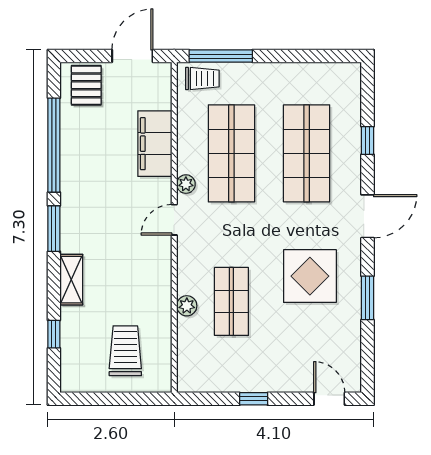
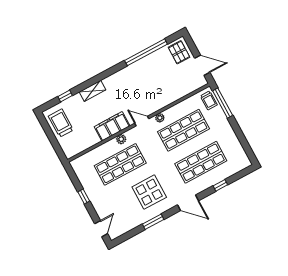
pallet: (86, 85) -> (179, 52), turned 90
filing cabinet: (155, 144) -> (112, 126), moved
window: (54, 229) -> (110, 72), removed
shop shelf: (231, 301) -> (120, 164), width x1.43, depth x1.36
plant: (187, 306) -> (121, 139), moved
trolley: (125, 351) -> (61, 123), moved, turned -90

